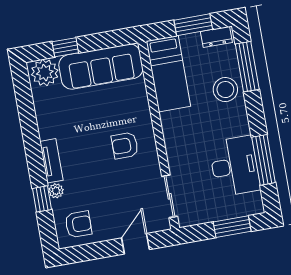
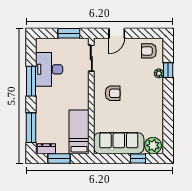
stool: (225, 90) -> (46, 116), removed
window: (264, 160) -> (31, 81), moved
tv unit: (51, 161) -> (158, 92), removed
window: (232, 227) -> (69, 33), moved

